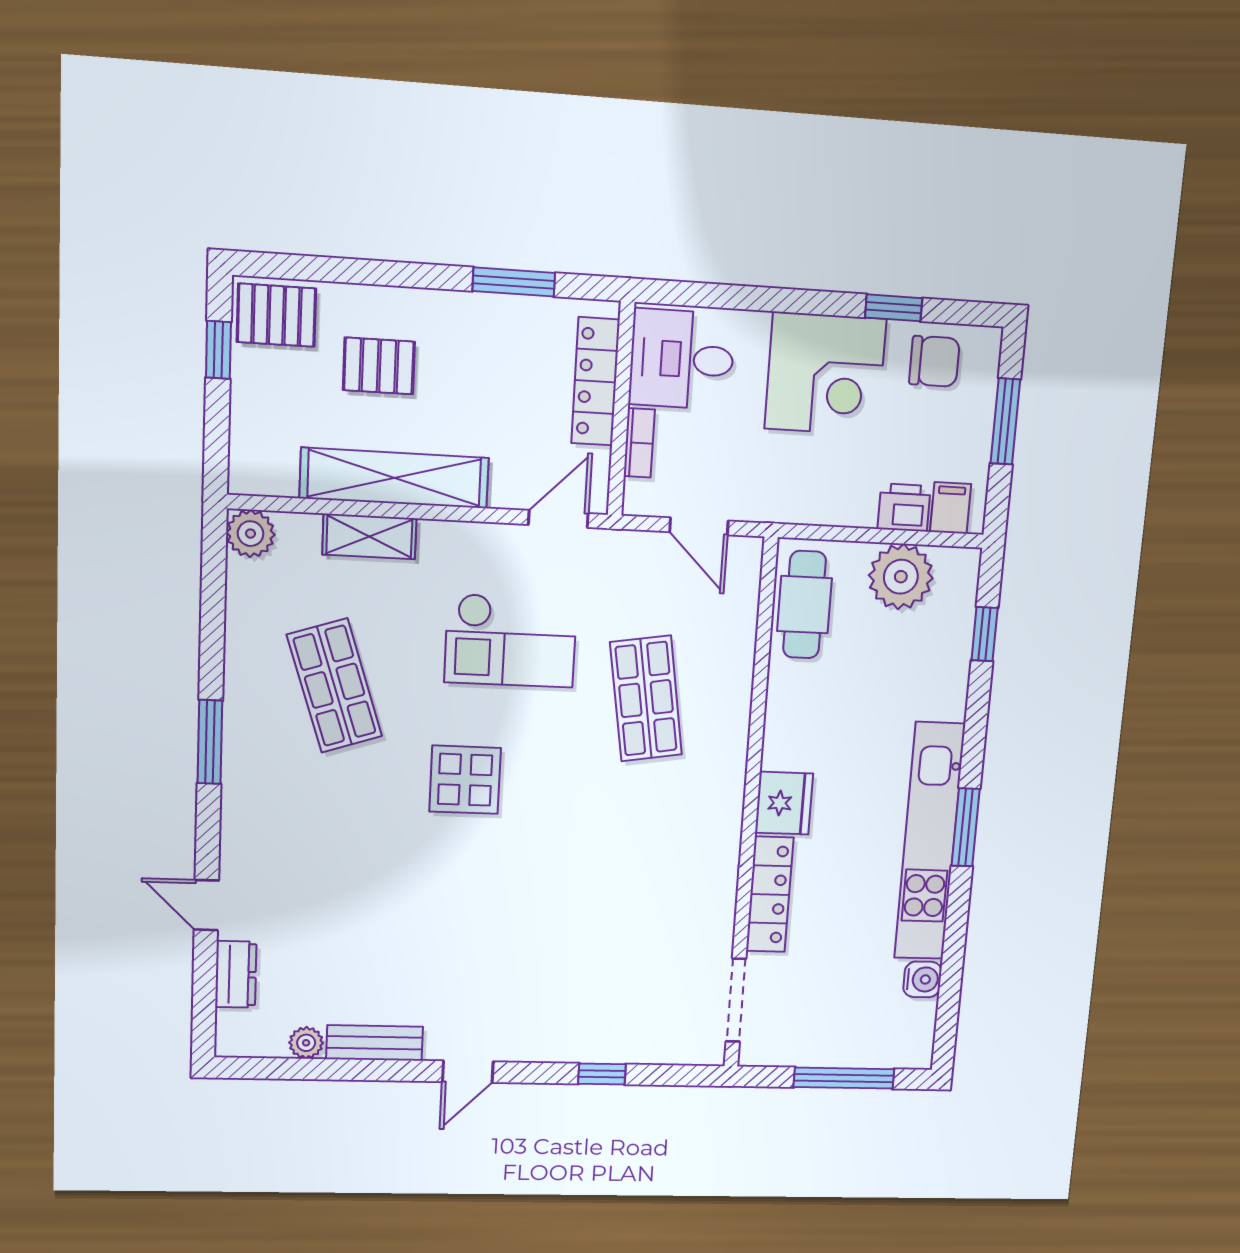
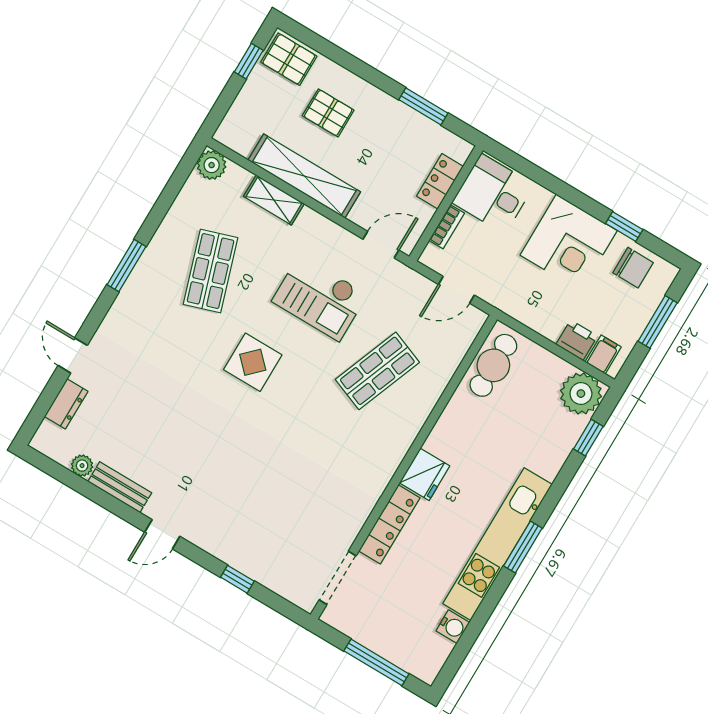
locker: (595, 381) -> (440, 181), width x0.66
door: (699, 526) -> (456, 290), hinge flipped
plant: (901, 577) -> (581, 394), moved
shop shelf: (646, 699) -> (377, 371), turned 30

